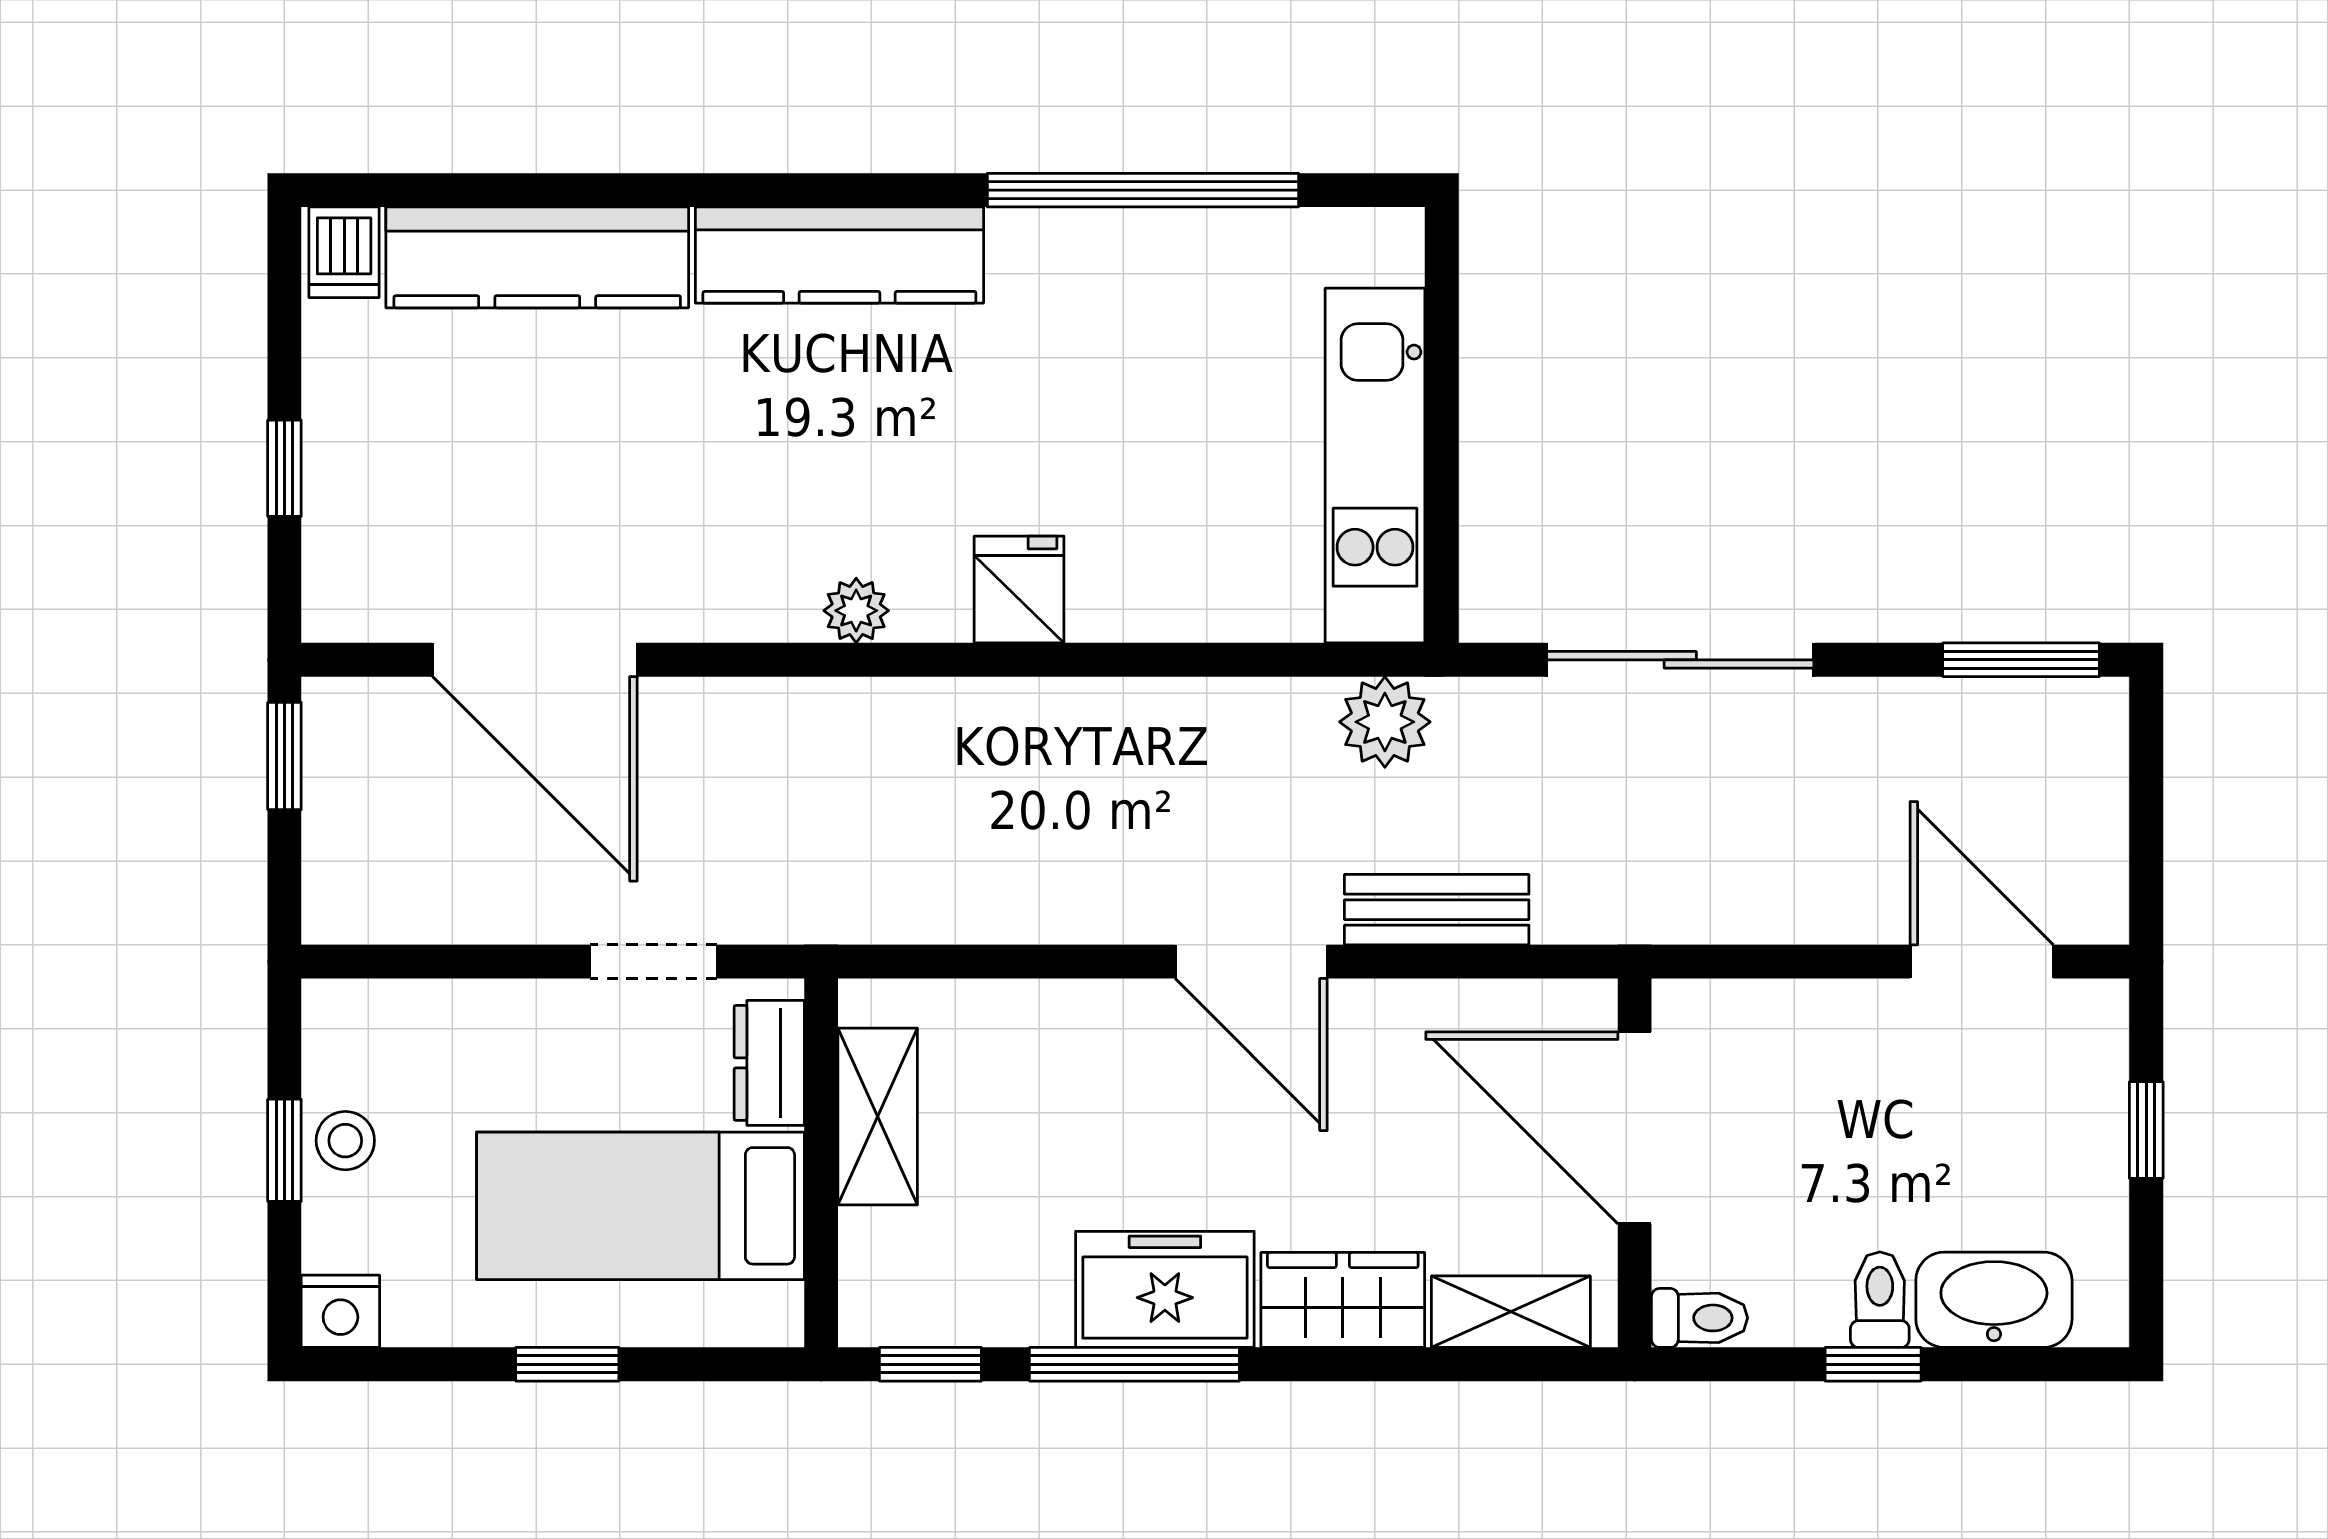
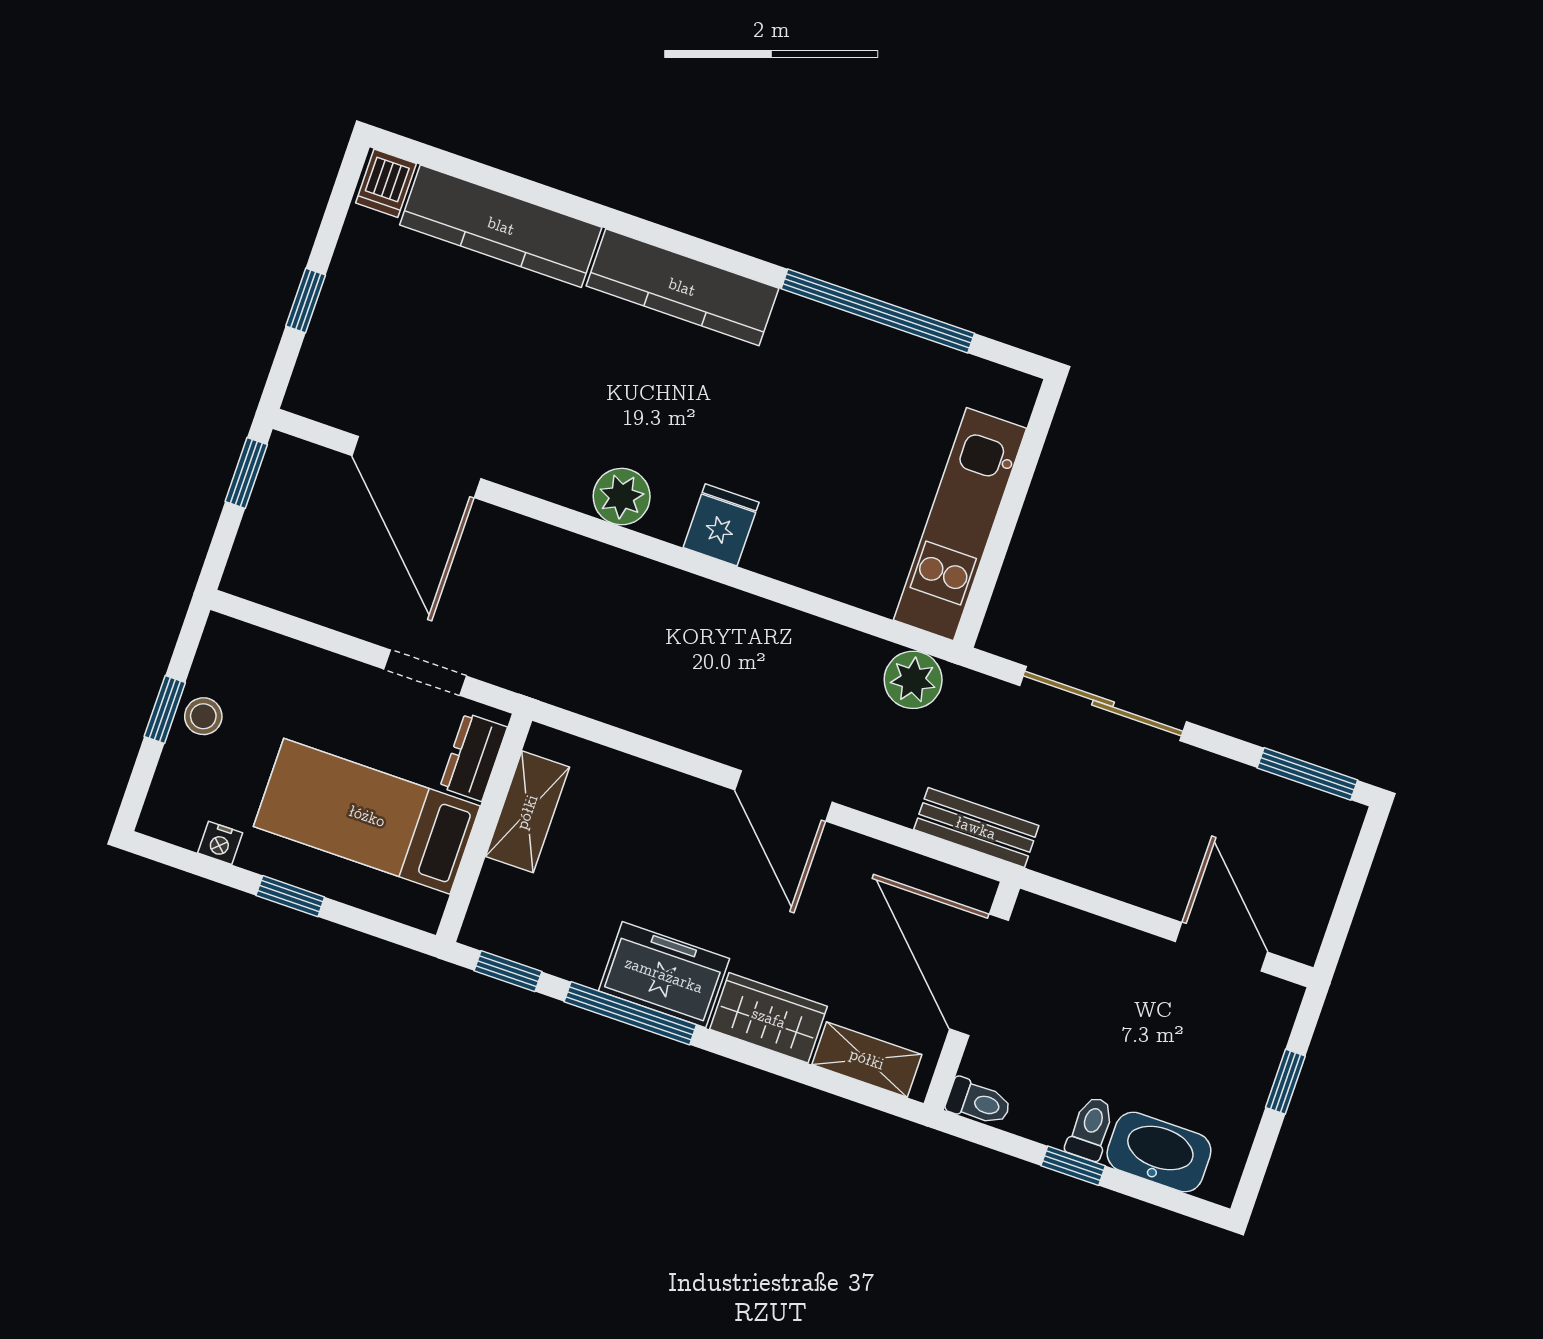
plant: (856, 611) -> (622, 497), width x1.38, depth x1.38
bench: (1437, 910) -> (976, 828), moved
nightstand: (340, 1311) -> (220, 843), moved, width x0.72, depth x0.74

